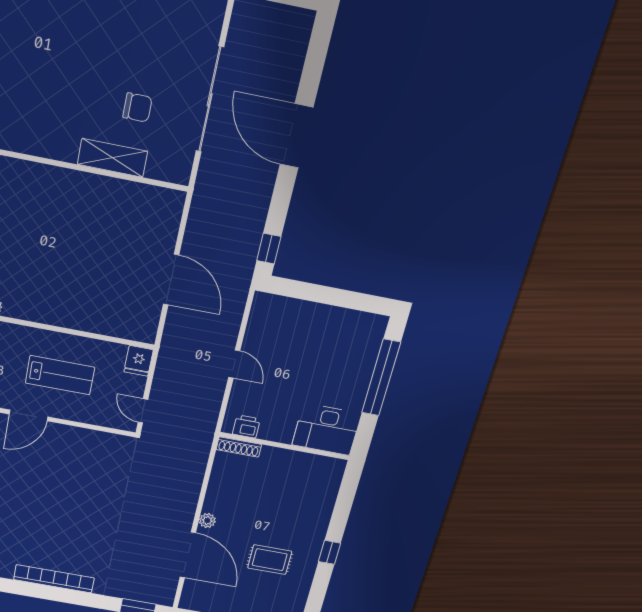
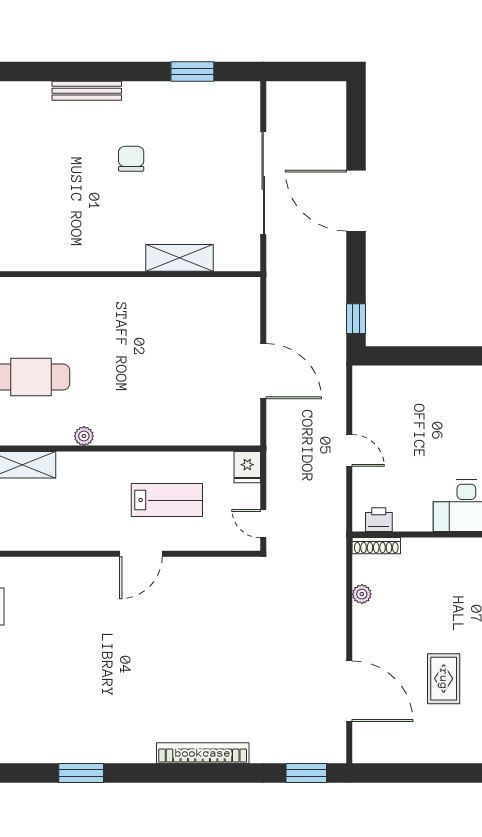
chair: (137, 107) -> (131, 159), moved, turned -90
plant: (207, 521) -> (362, 594), moved
rug: (270, 560) -> (444, 679), turned 90

